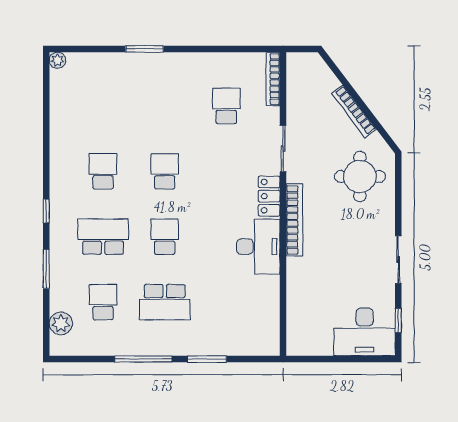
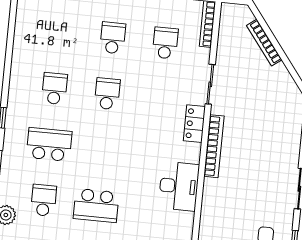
bookcase: (354, 111) -> (264, 43), moved
round table: (360, 176) -> (274, 115), removed
school desk: (165, 237) -> (113, 38), moved
desk: (258, 247) -> (179, 186), moved

